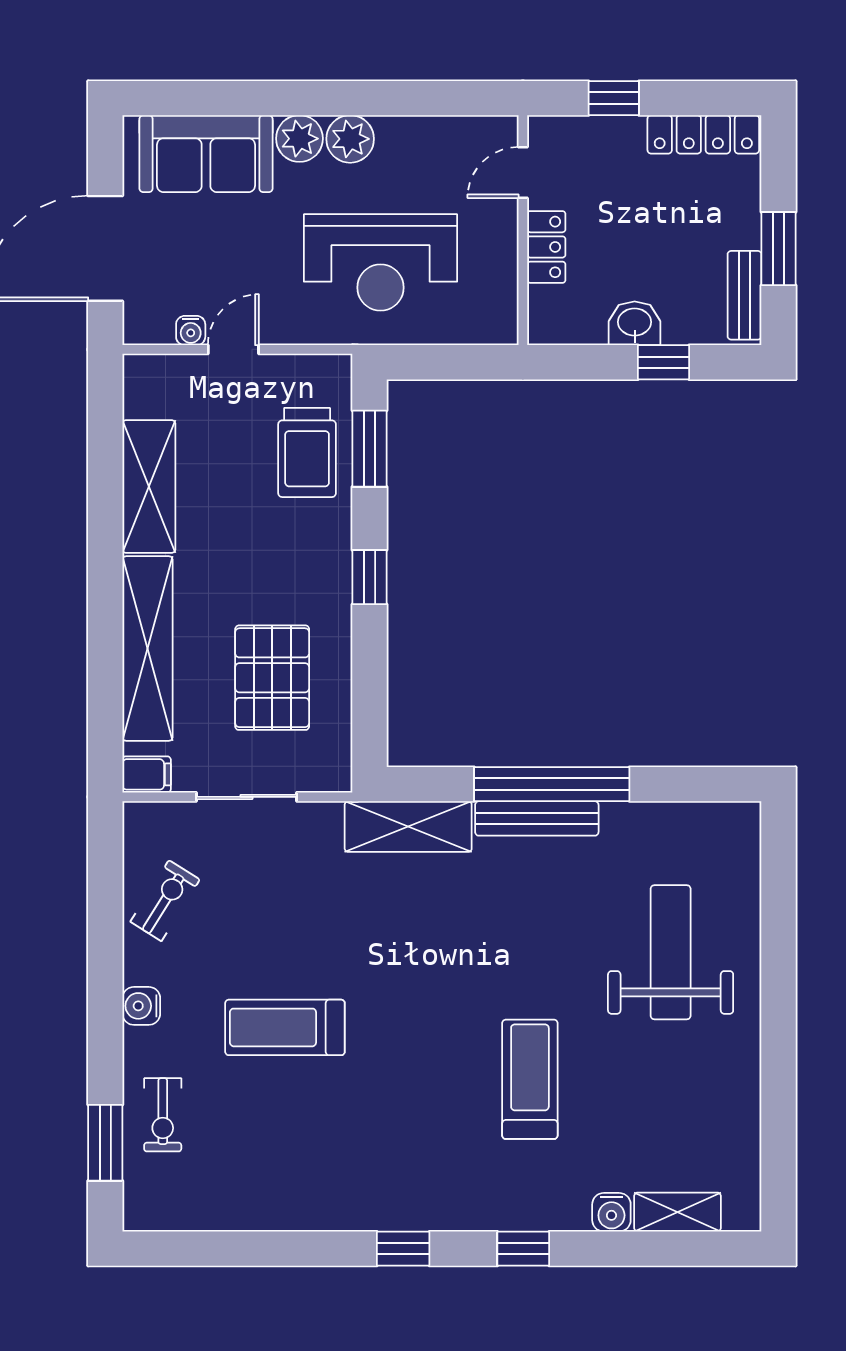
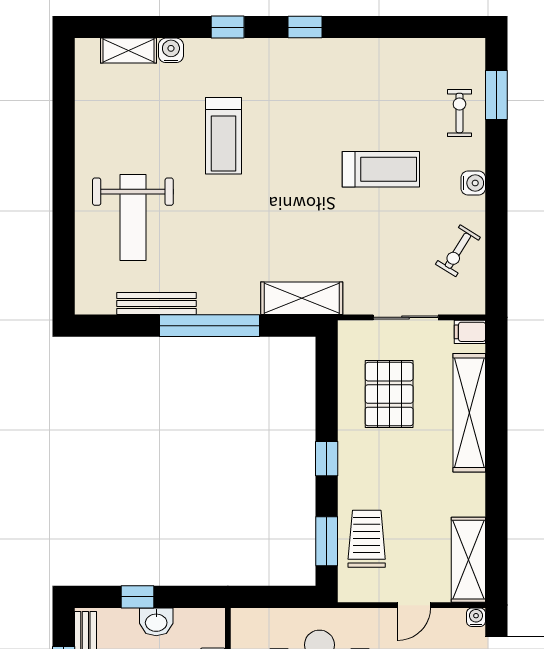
water cooler: (191, 331) -> (476, 617), moved
shelving: (149, 487) -> (468, 560), moved
bench: (537, 818) -> (157, 304), moved

